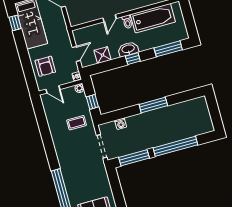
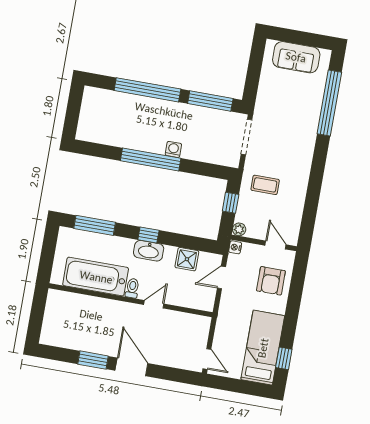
armchair: (45, 66) -> (271, 281), turned 180
window: (153, 105) -> (151, 160), width x1.46
washing machine: (121, 124) -> (173, 149), moved

